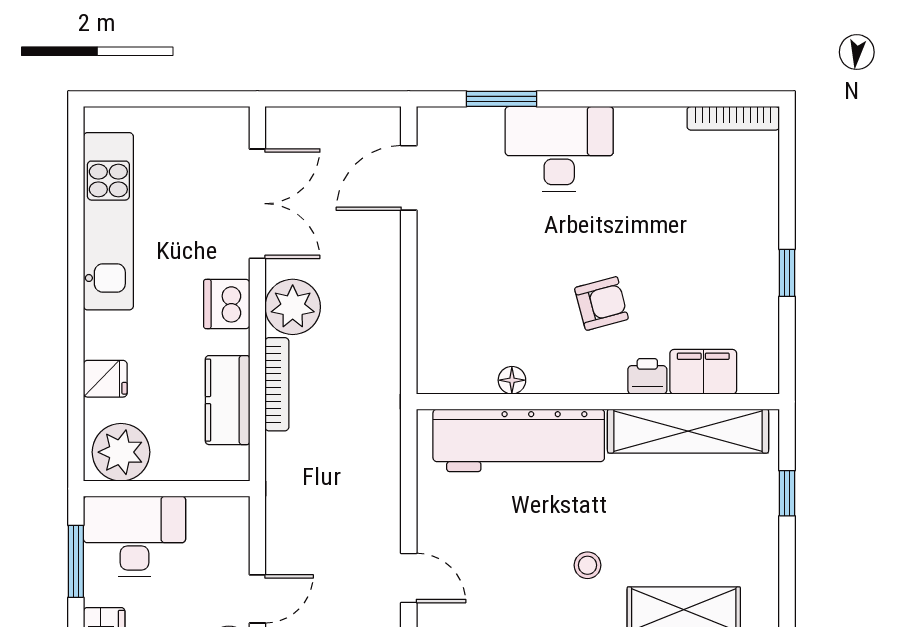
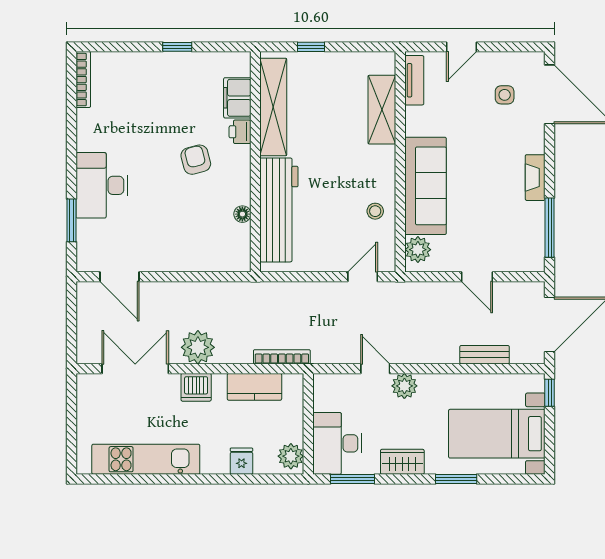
bookcase: (277, 384) -> (282, 357), moved
plant: (121, 452) -> (291, 456), width x0.73, depth x0.73
stool: (588, 565) -> (375, 211), moved

